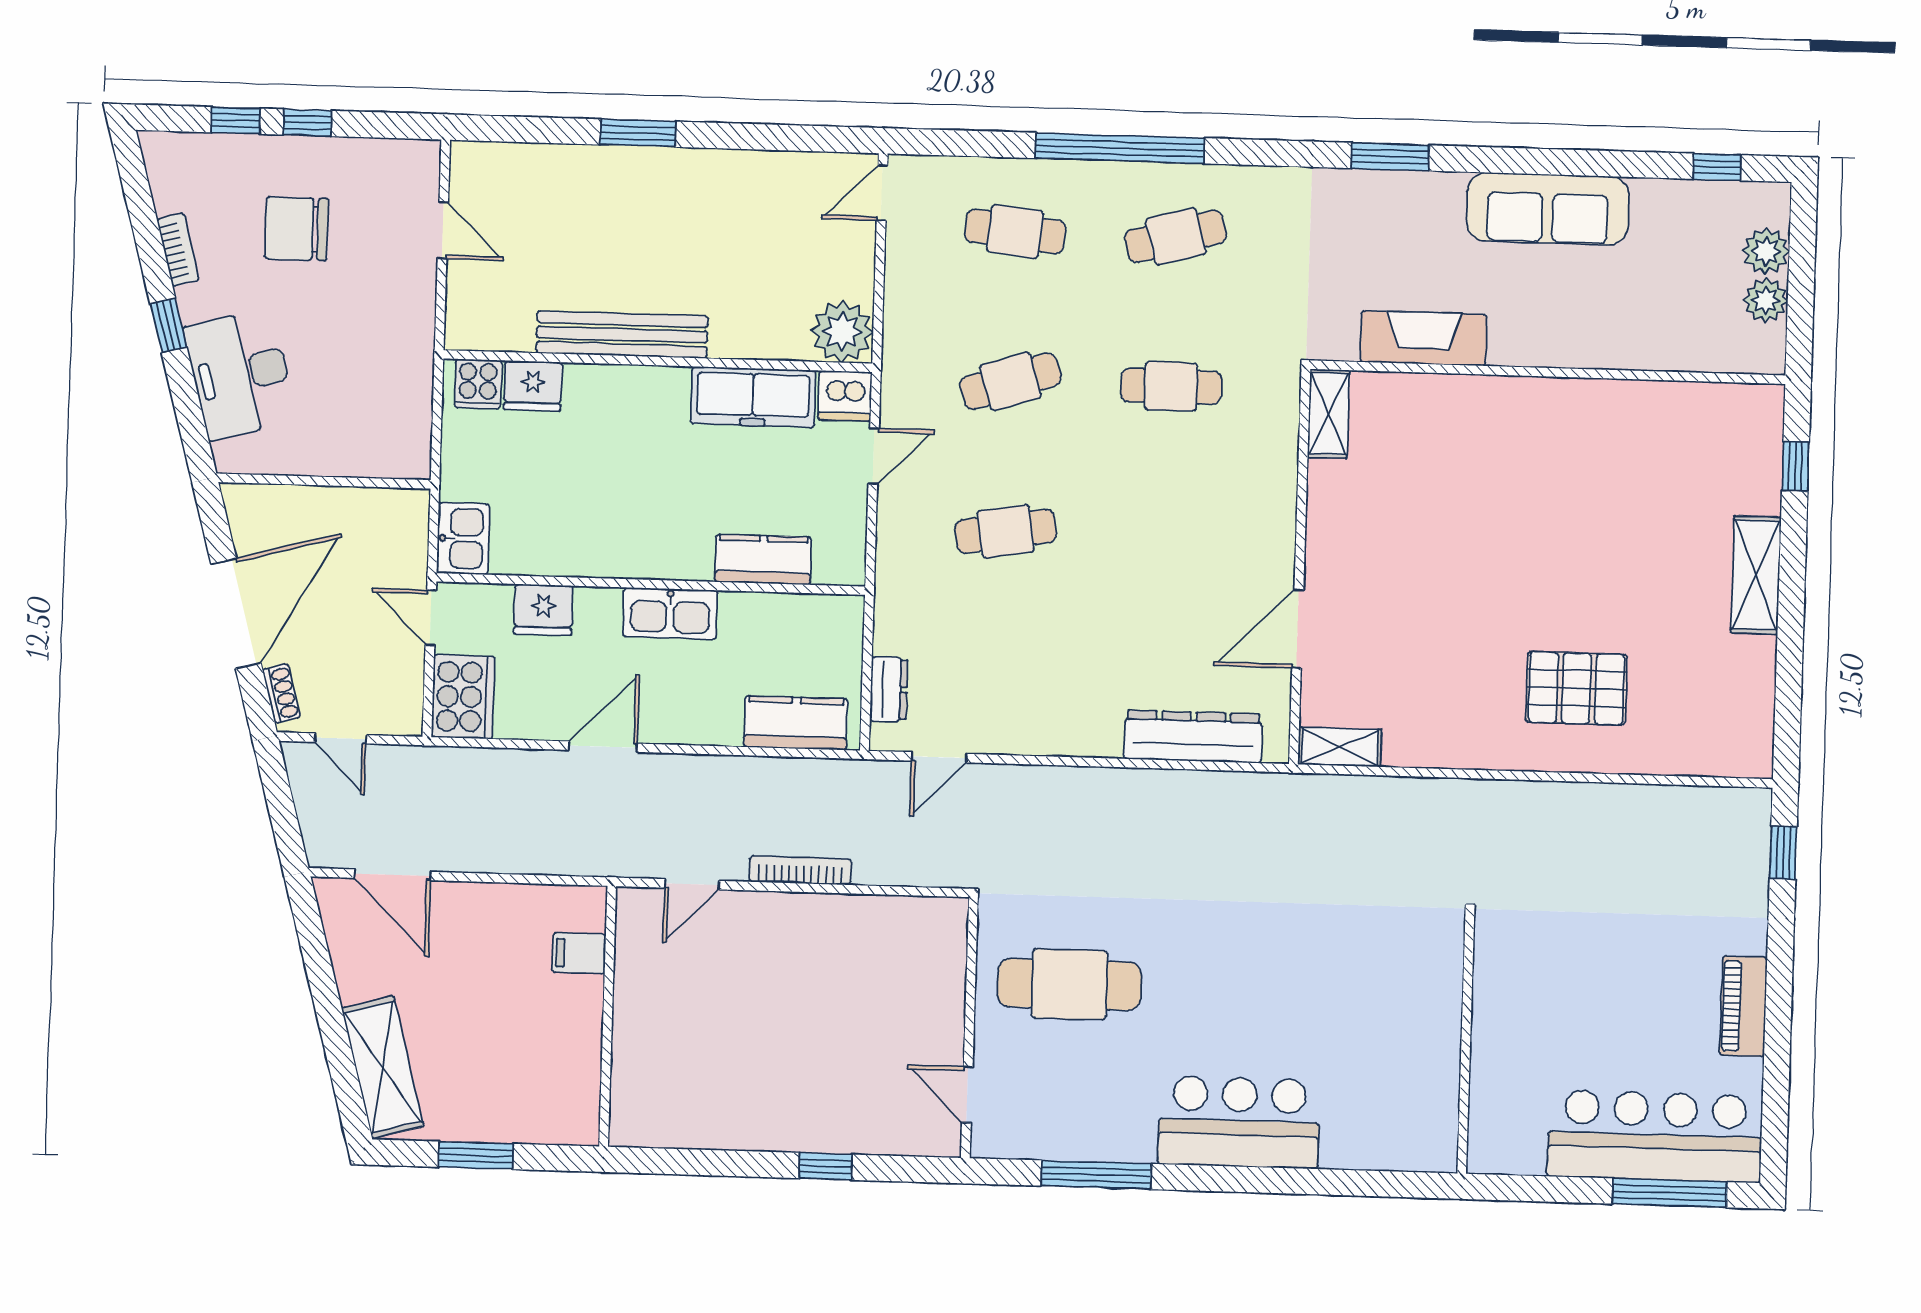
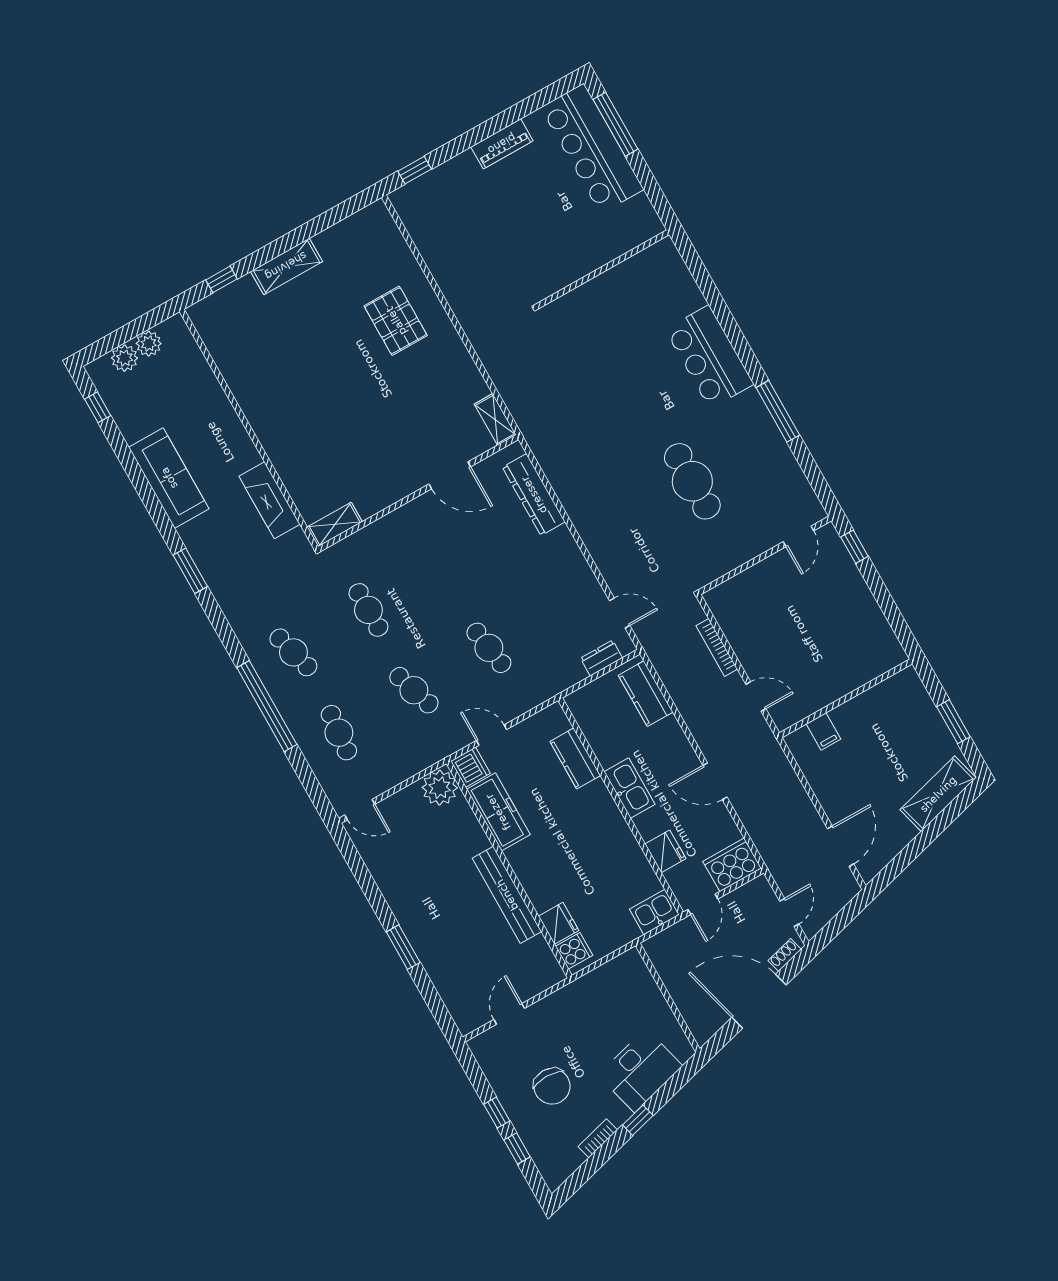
wall: (969, 1028) -> (765, 555), moved
door: (967, 1095) -> (798, 536), moved

